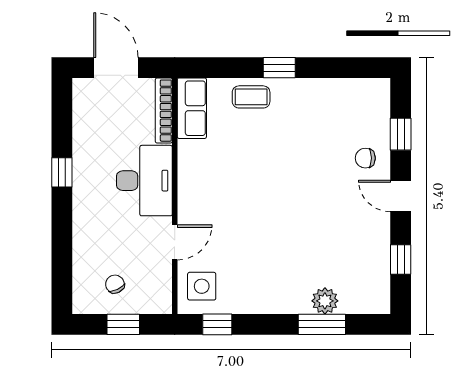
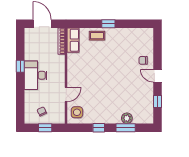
window: (401, 134) -> (158, 51), removed
desk: (144, 181) -> (36, 75), moved, turned 180
window: (217, 324) -> (99, 128), moved

